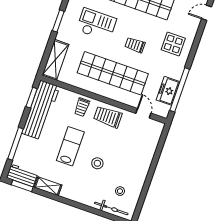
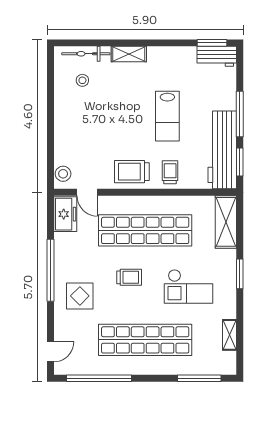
window: (180, 90) -> (51, 270), moved
freezer: (168, 91) -> (65, 214), moved
trolley: (108, 117) -> (132, 172), turned 180
window: (15, 144) -> (240, 114), moved
stool: (97, 163) -> (63, 174), moved
shelving: (48, 186) -> (129, 54), moved

